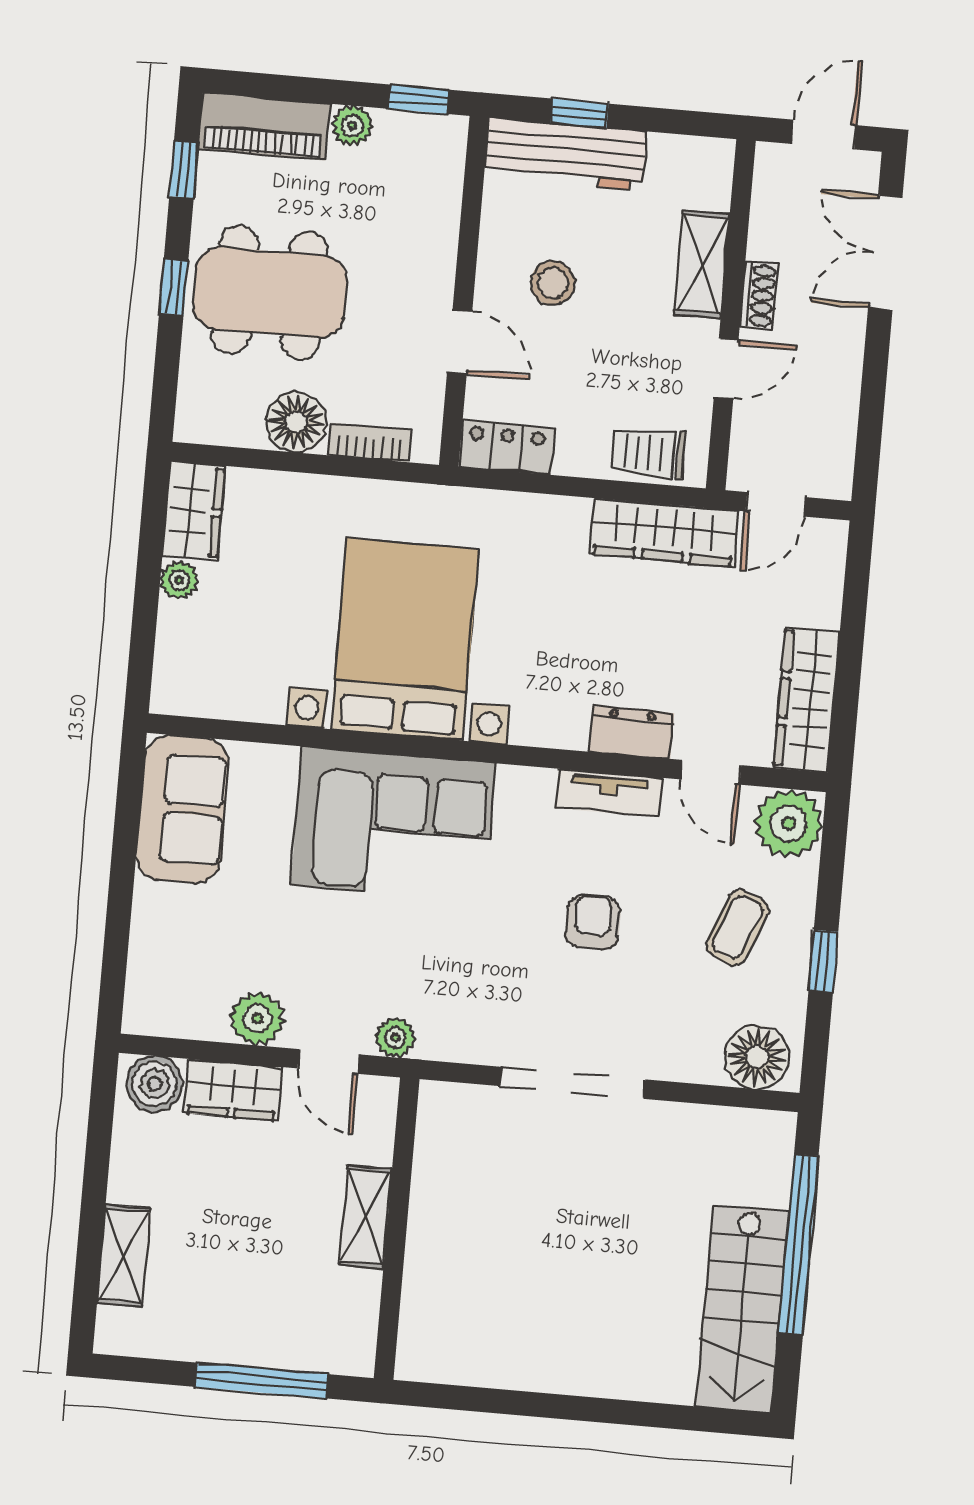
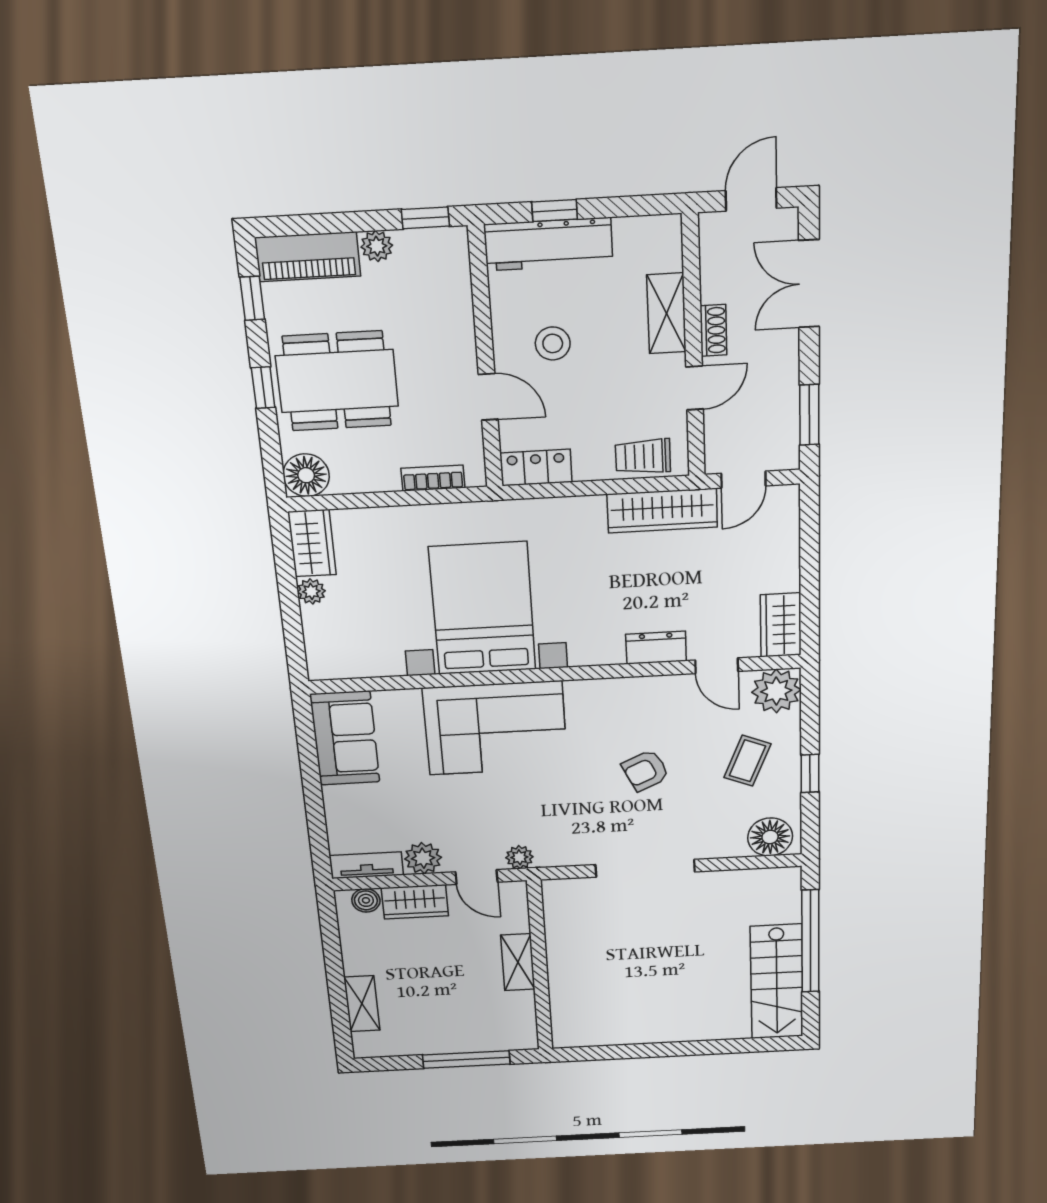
floor lamp: (296, 422) -> (306, 475), moved
window: (870, 427) -> (809, 415), added
wardrobe: (806, 700) -> (781, 625), width x0.67
tv unit: (609, 793) -> (366, 865), moved, turned 180
armchair: (593, 922) -> (645, 770), turned -115
boiler: (155, 1084) -> (366, 900), width x0.73, depth x0.73

